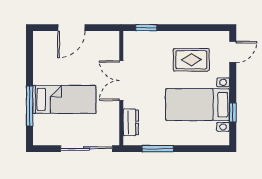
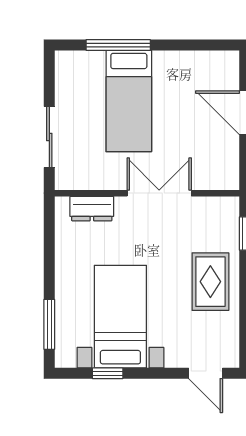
rug: (191, 60) -> (210, 282), moved
sliding door: (86, 149) -> (49, 137), width x0.73
window: (158, 149) -> (49, 324), moved

